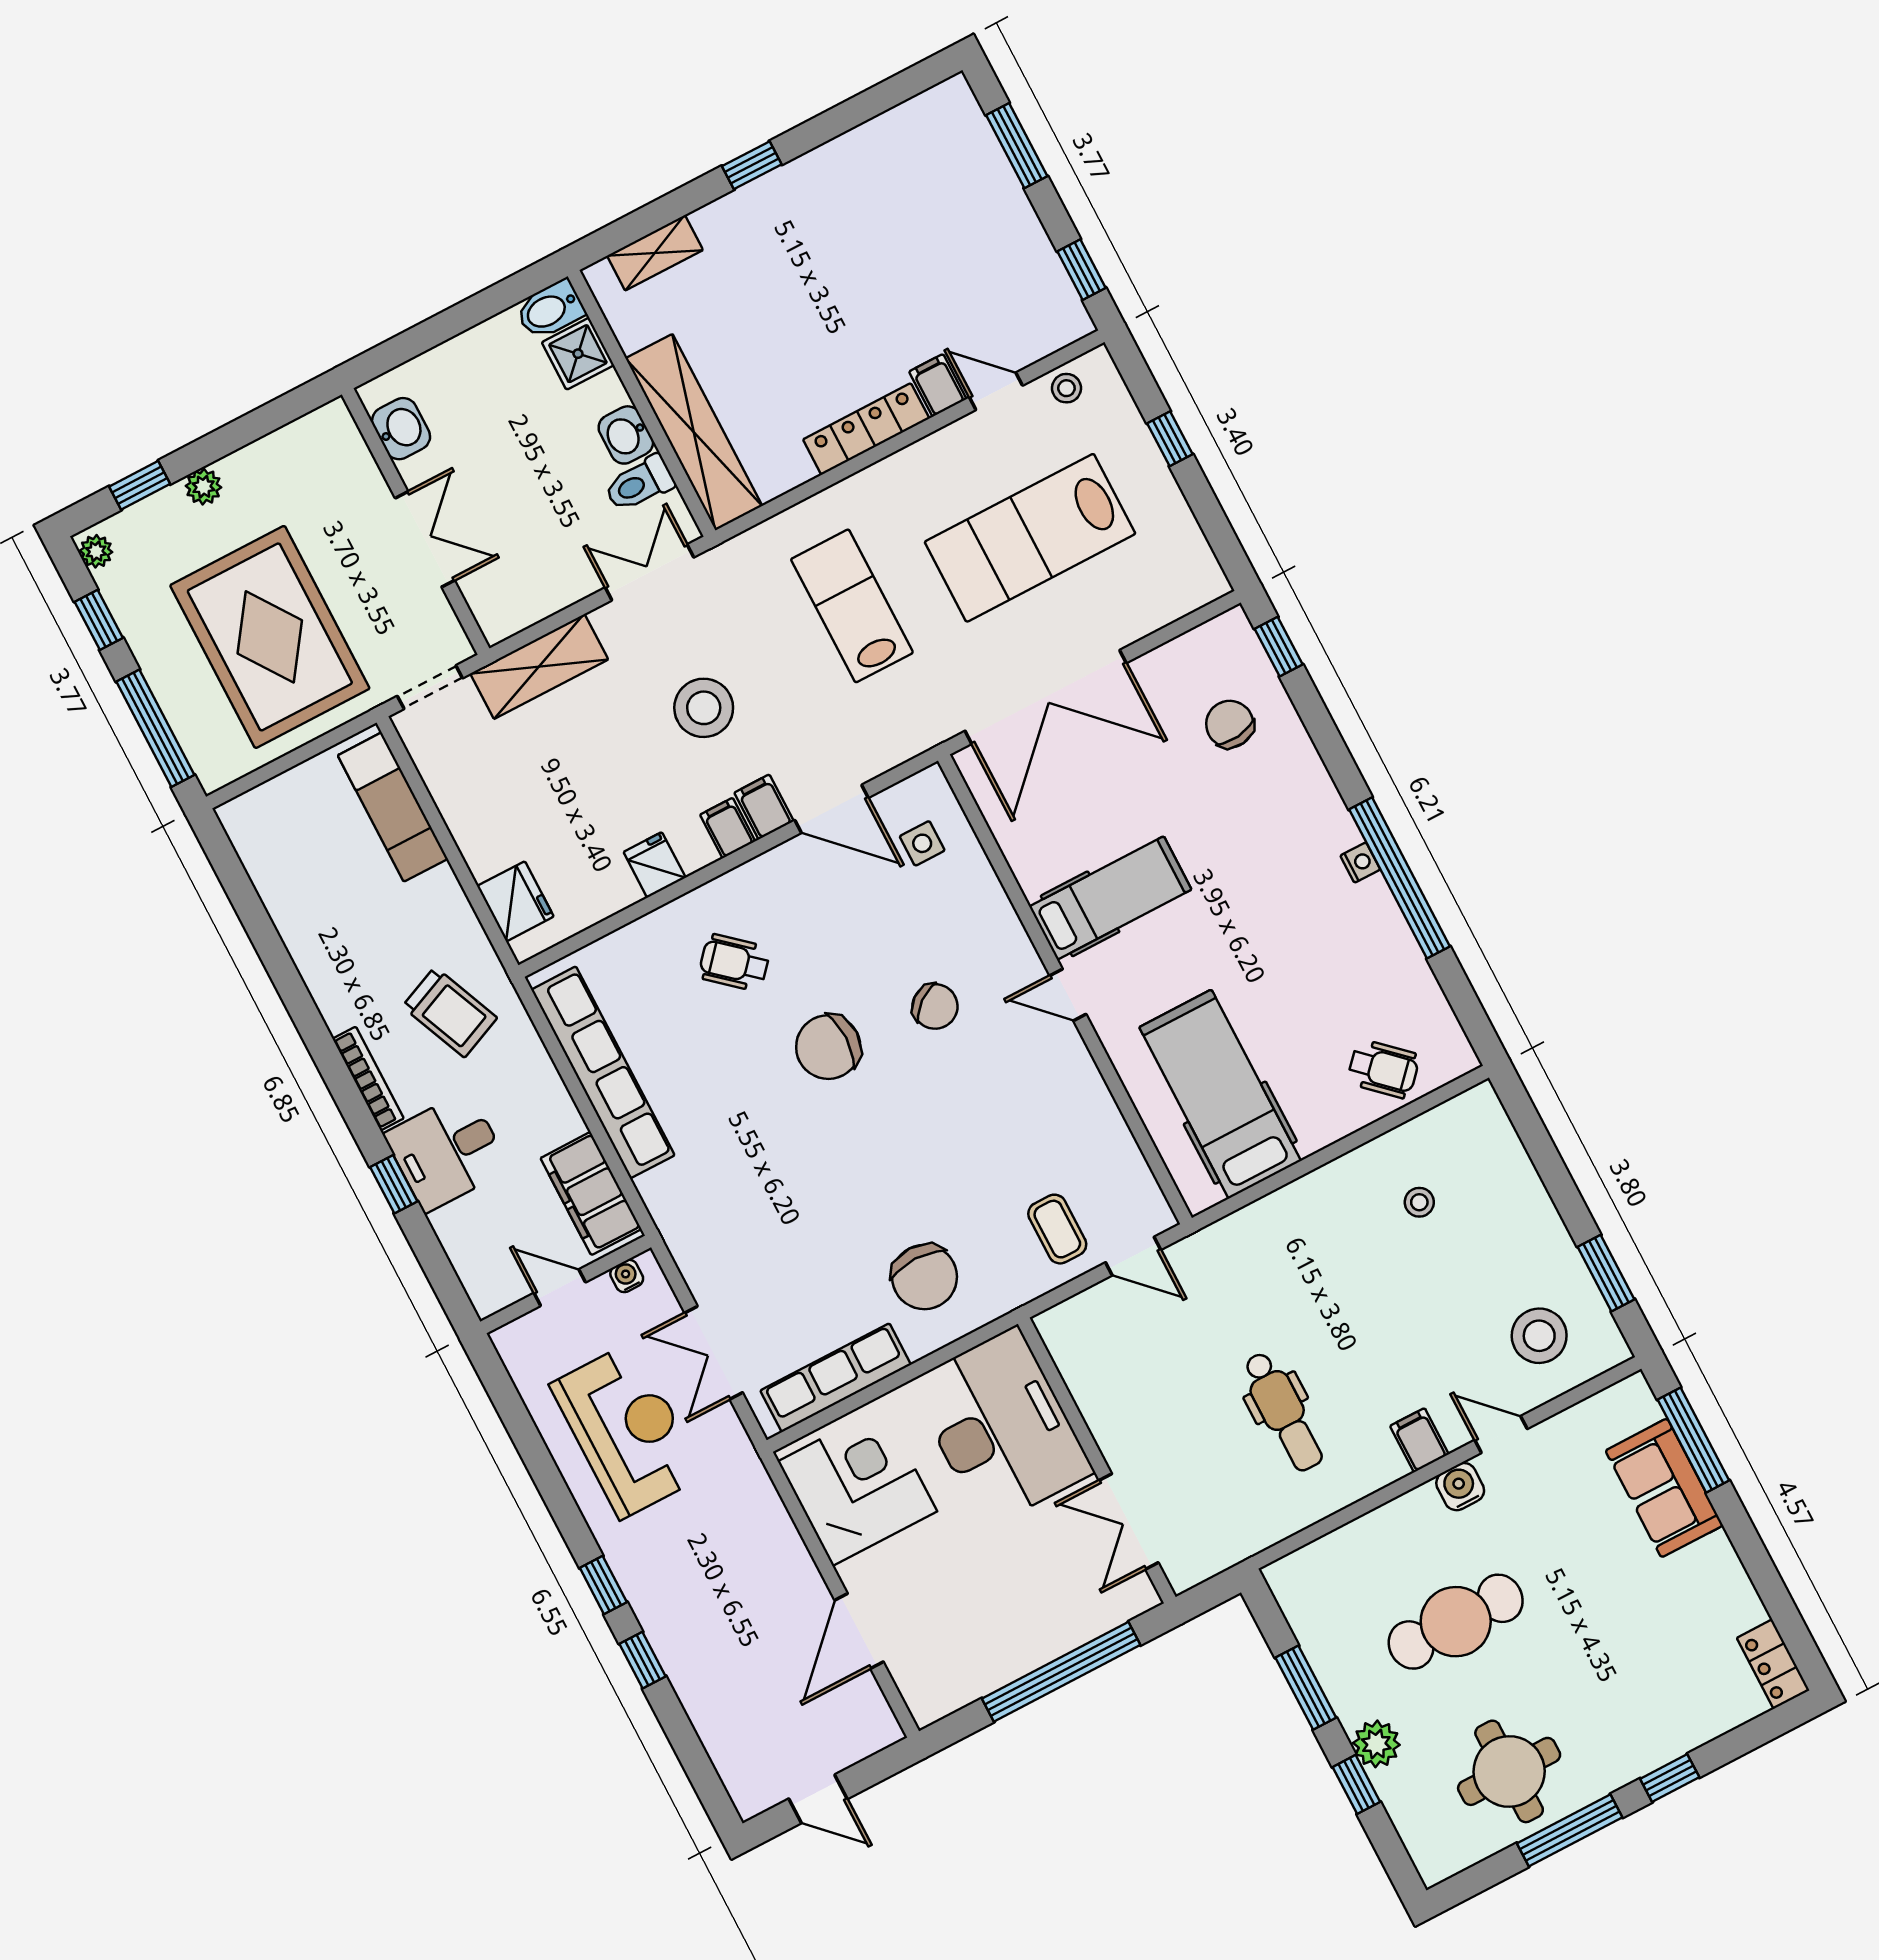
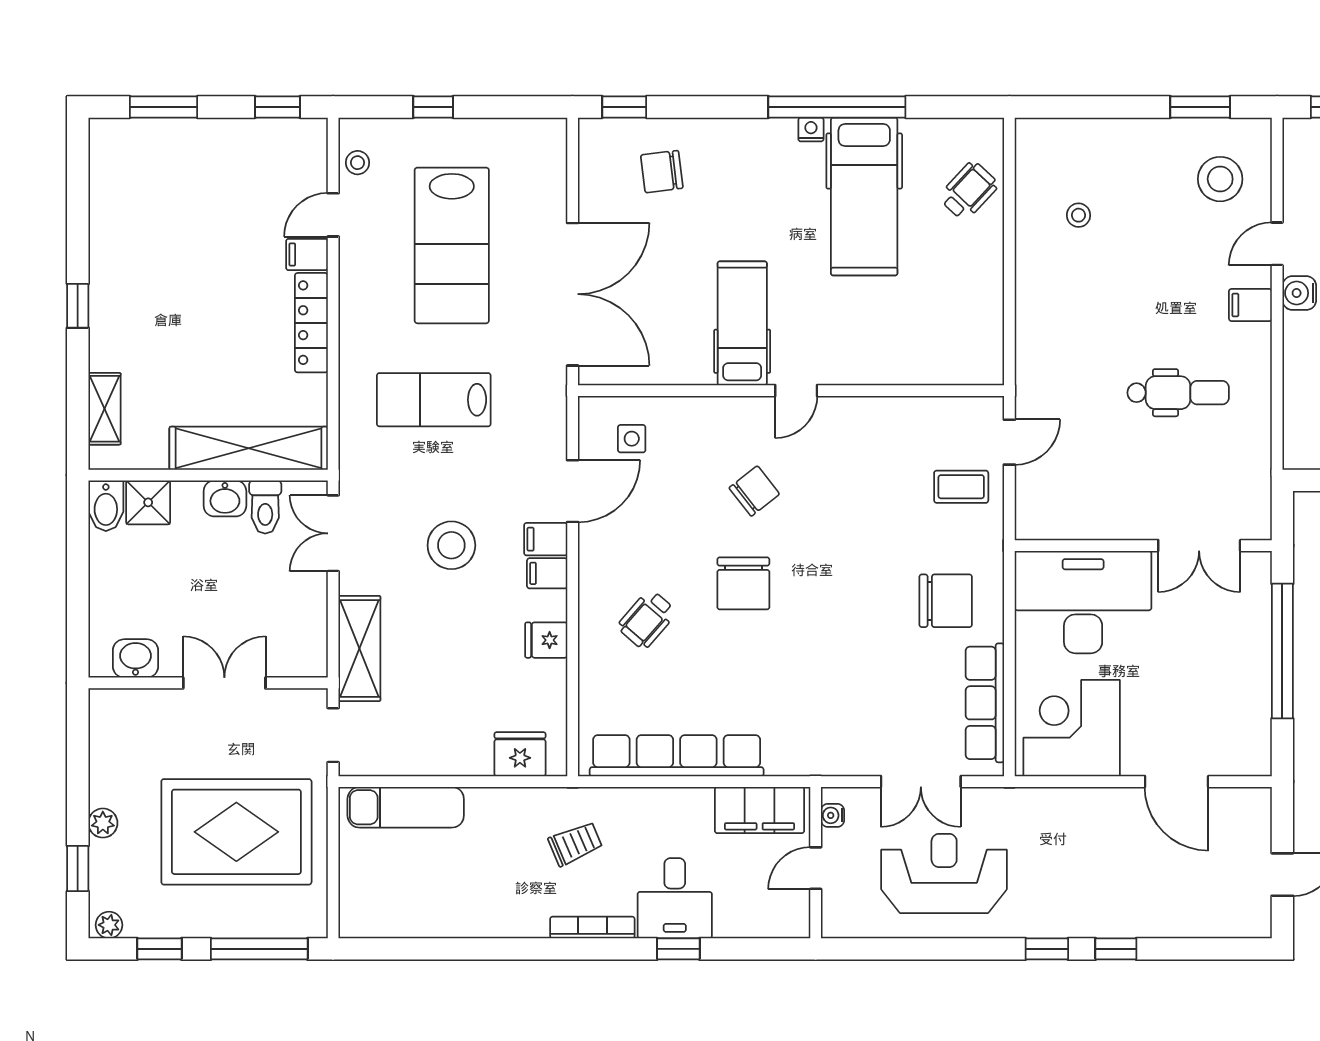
trolley: (450, 1012) -> (575, 844), width x0.73, depth x0.72
hospital bed: (1220, 1094) -> (864, 197), moved, turned -90

